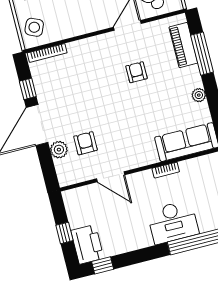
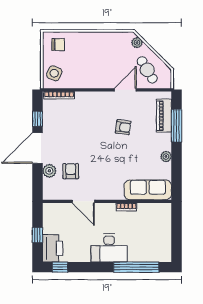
armchair: (137, 72) -> (123, 127), turned 98
desk: (173, 222) -> (109, 248), moved

